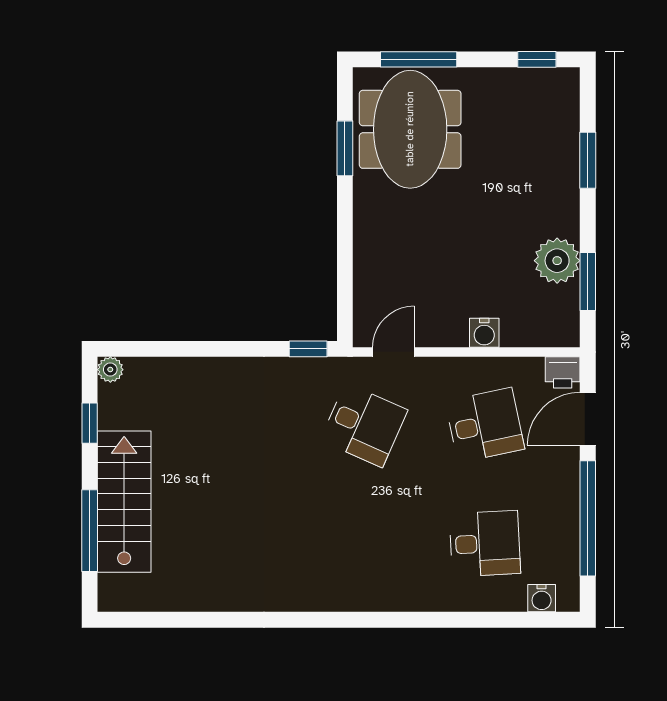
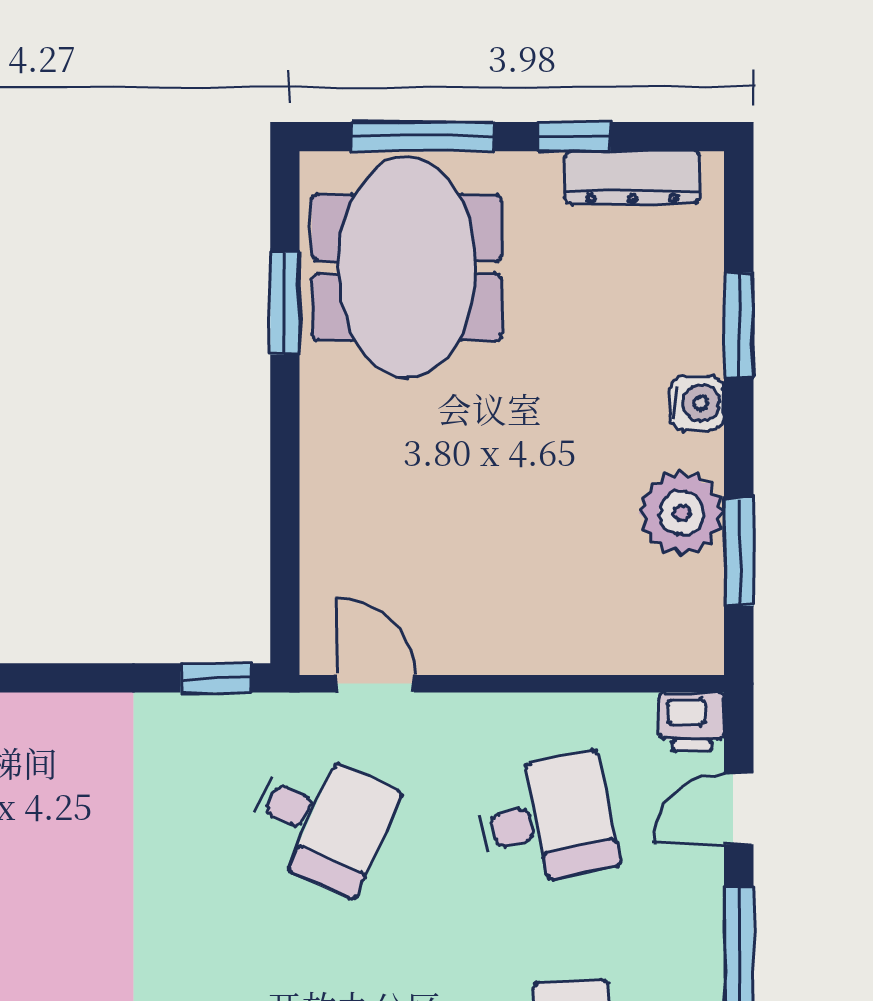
window: (537, 59) -> (574, 137), moved
dresser: (531, 81) -> (632, 178), added
water cooler: (484, 333) -> (697, 403), moved, turned -90
door: (393, 352) -> (375, 684), hinge flipped
door: (588, 419) -> (739, 809), width x0.73

